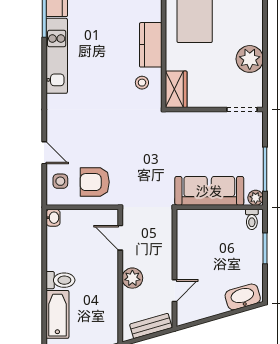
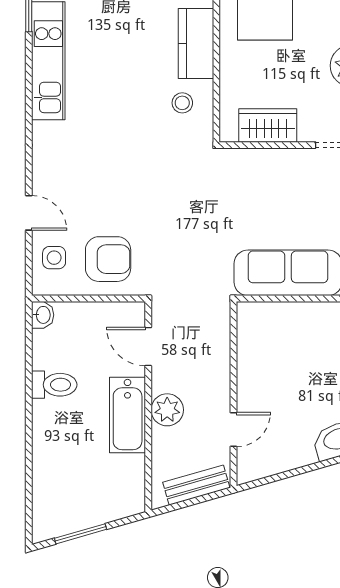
wardrobe: (176, 89) -> (268, 125), moved, turned -90
armchair: (95, 182) -> (108, 259), turned 180
toilet: (60, 280) -> (54, 385), moved
bathtub: (57, 314) -> (128, 415), moved, turned 180

